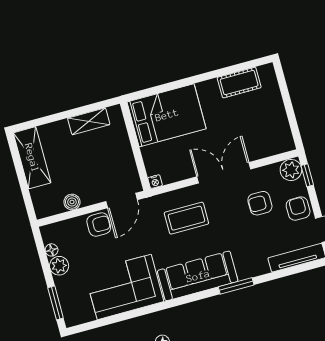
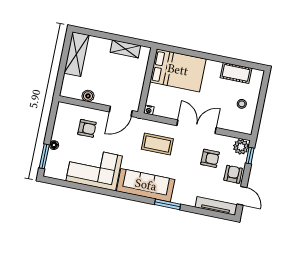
stool: (265, 117) -> (242, 104), added
armchair: (260, 203) -> (210, 158), turned 180
armchair: (99, 225) -> (87, 128), moved
floor lamp: (52, 250) -> (54, 145), moved
plant: (59, 266) -> (59, 133), removed

